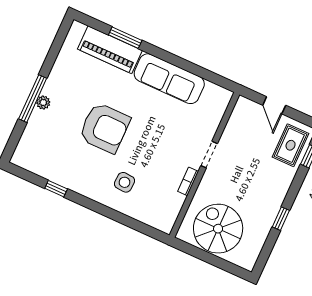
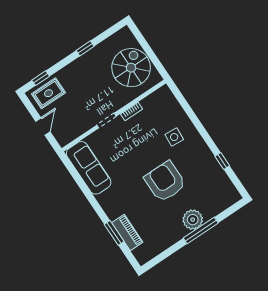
piano: (110, 50) -> (127, 233), width x0.73, depth x0.75
sofa: (169, 79) -> (89, 168), moved
plant: (43, 103) -> (193, 220), width x1.88, depth x1.88
spiral stairs: (218, 229) -> (131, 68), turned 180

